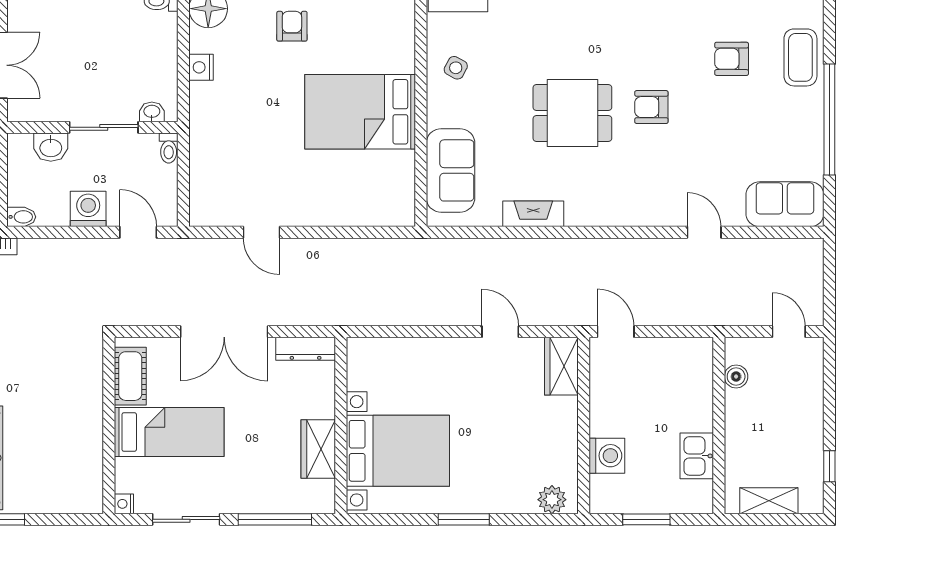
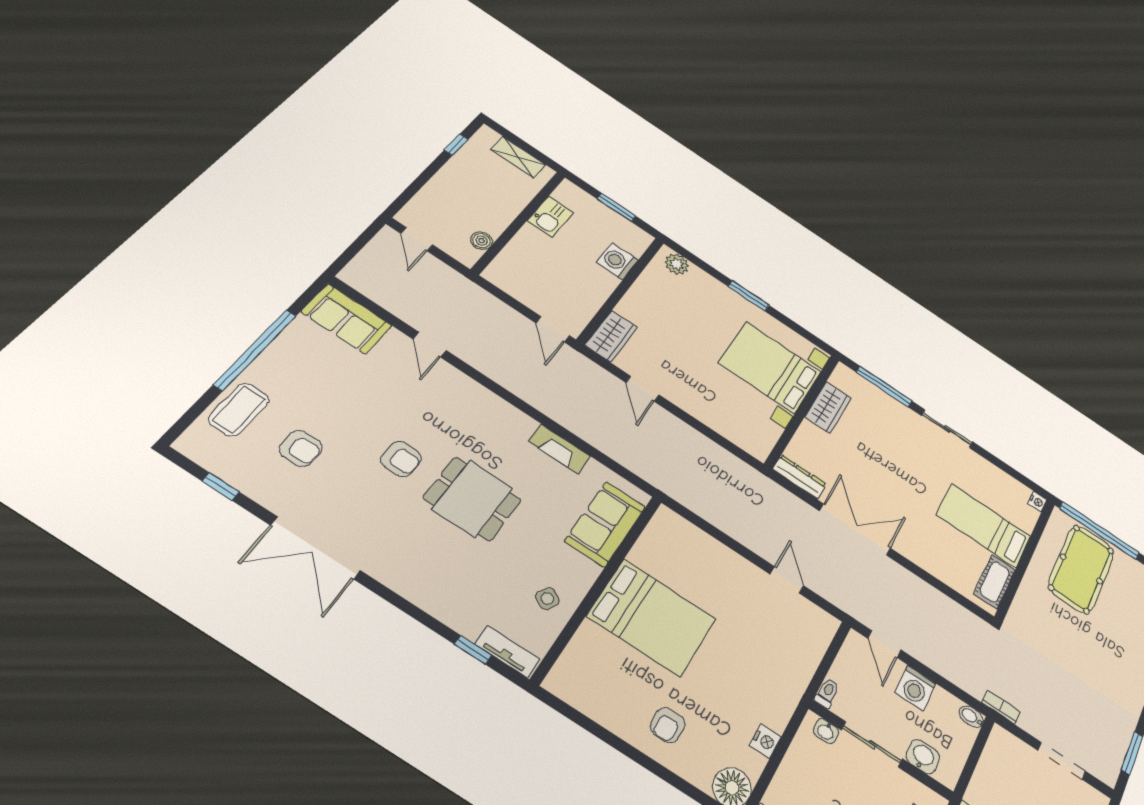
cot: (130, 376) -> (995, 582), moved
wall: (109, 425) -> (1025, 559), moved
bed: (169, 432) -> (984, 526), moved
nightstand: (124, 504) -> (1037, 502), moved

